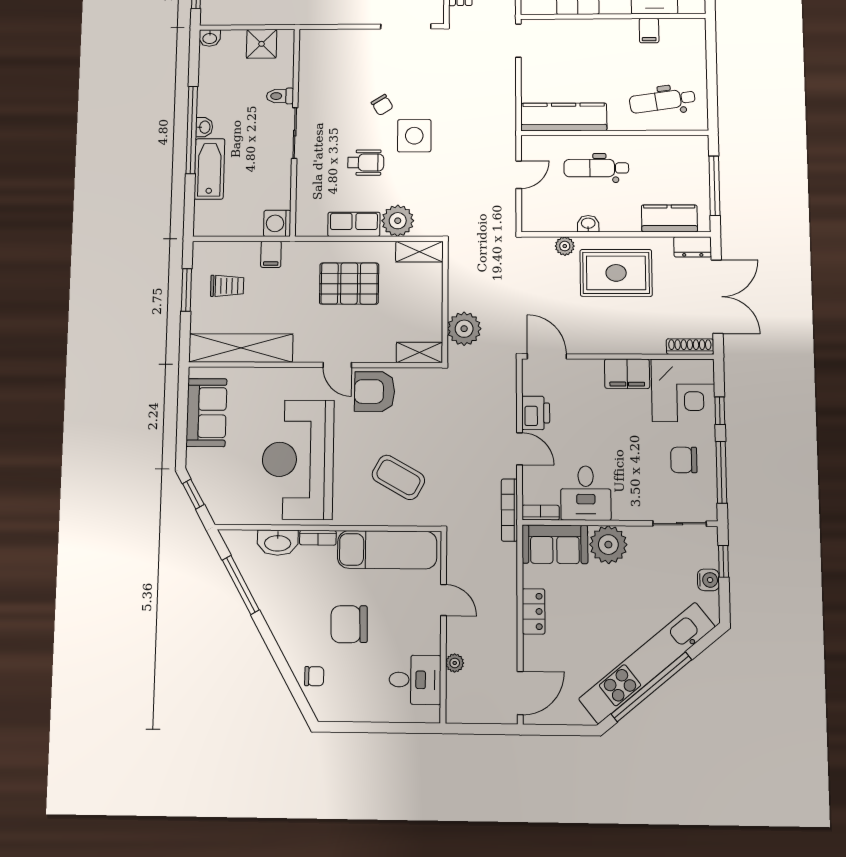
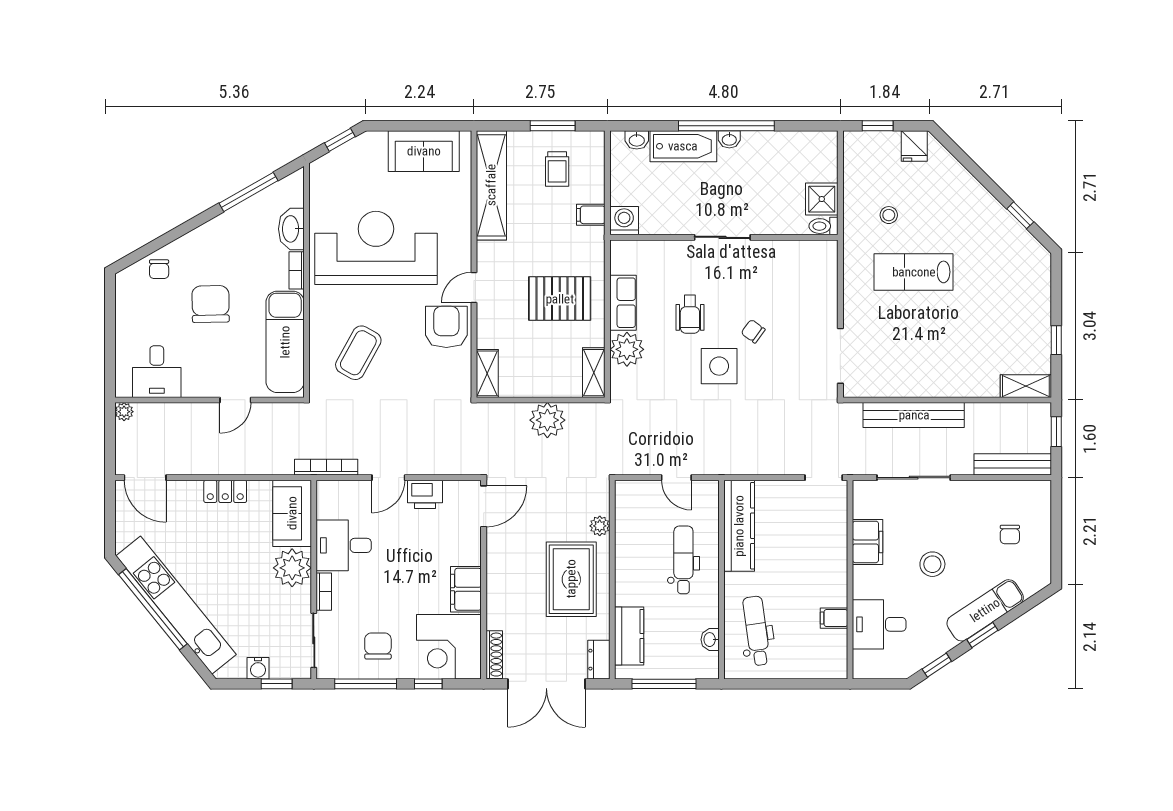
washbasin: (210, 38) -> (637, 140), moved, turned -90
toilet: (280, 96) -> (823, 226), moved, turned -90
chair: (382, 105) -> (753, 331), turned 68
washbasin: (588, 224) -> (710, 640), moved, turned 180
pallet: (349, 284) -> (560, 299), turned 90
plant: (464, 329) -> (547, 420), moved
bookcase: (541, 513) -> (324, 592), moved
plant: (455, 663) -> (124, 412), moved

